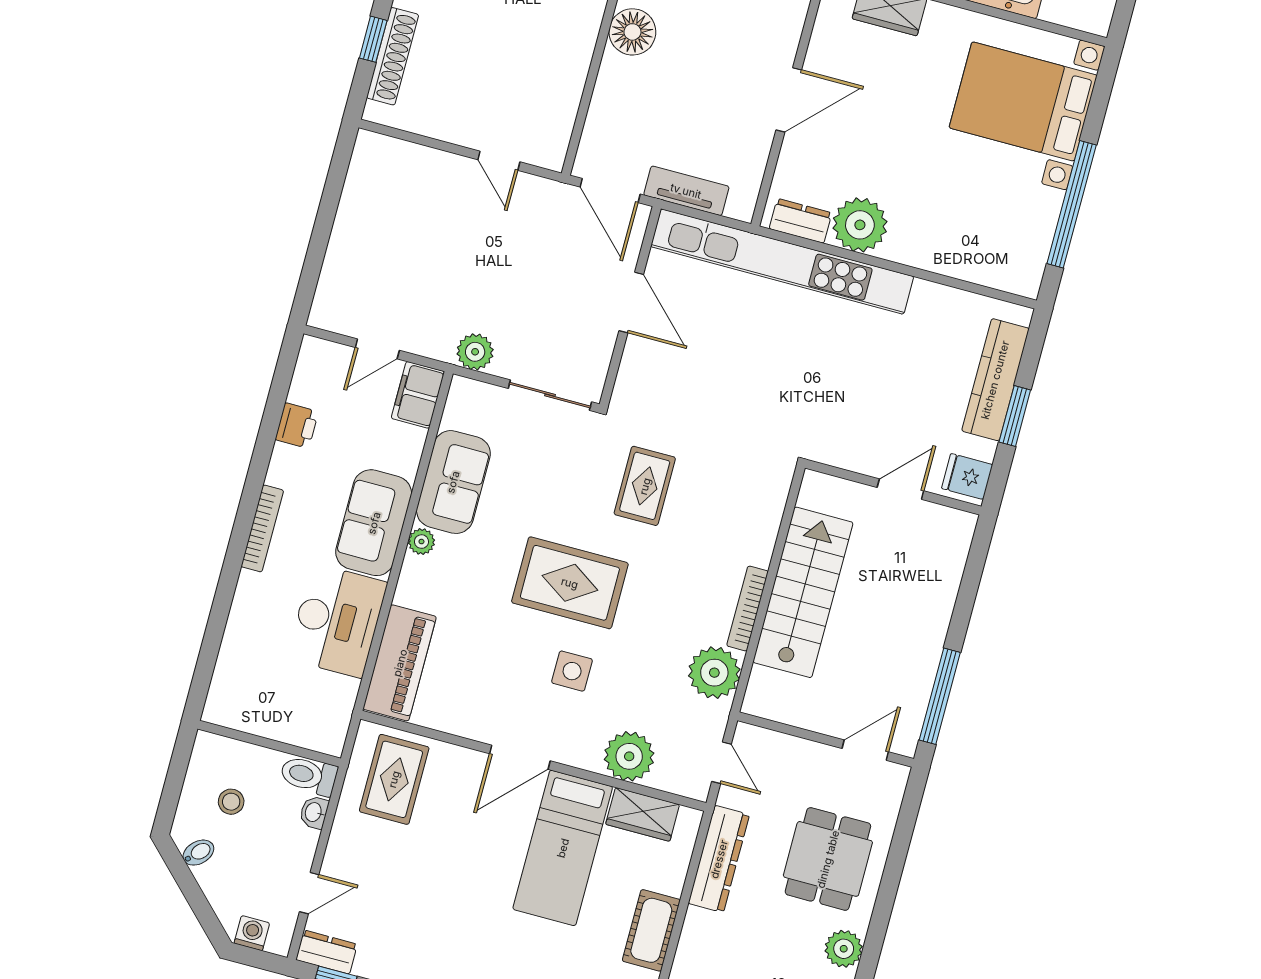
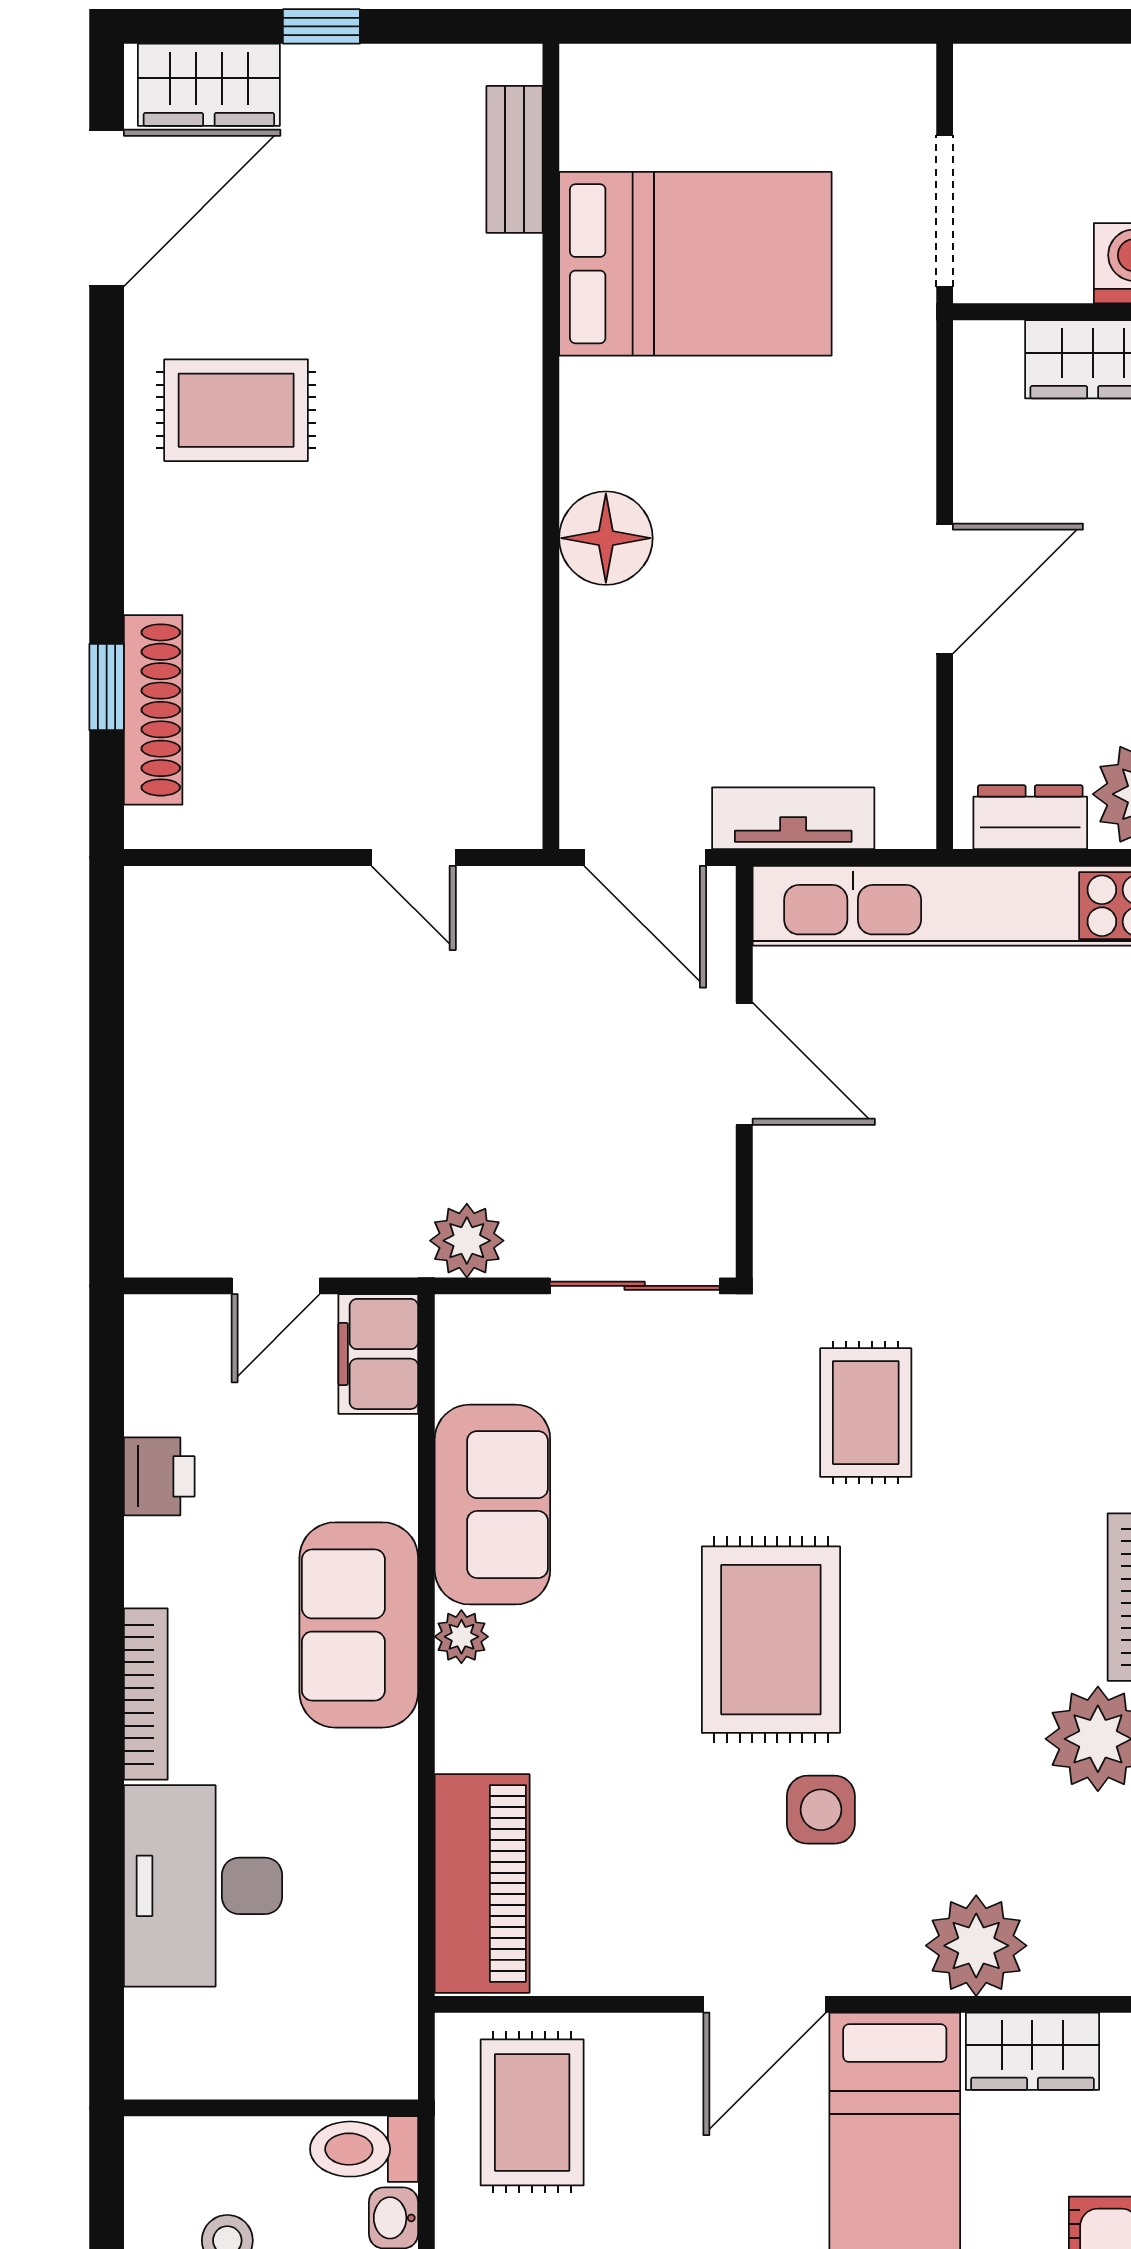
rug: (570, 583) -> (771, 1640), turned 90
desk: (337, 621) -> (203, 1886), moved, turned 180

